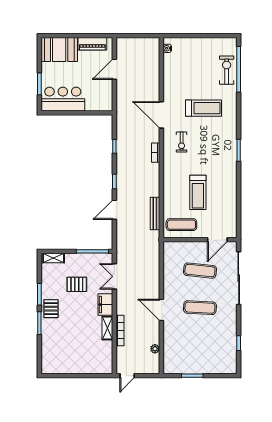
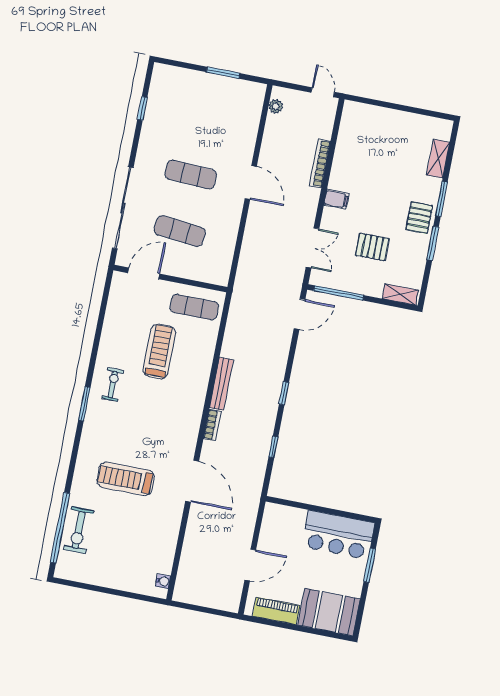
exercise bike: (182, 142) -> (113, 384), moved
door: (114, 210) -> (300, 314), moved
bench: (155, 214) -> (221, 384), moved
filing cabinet: (105, 305) -> (336, 199), width x0.50
shelving: (107, 328) -> (438, 159), moved
plant: (155, 349) -> (276, 106), moved
door: (127, 376) -> (323, 92), hinge flipped

